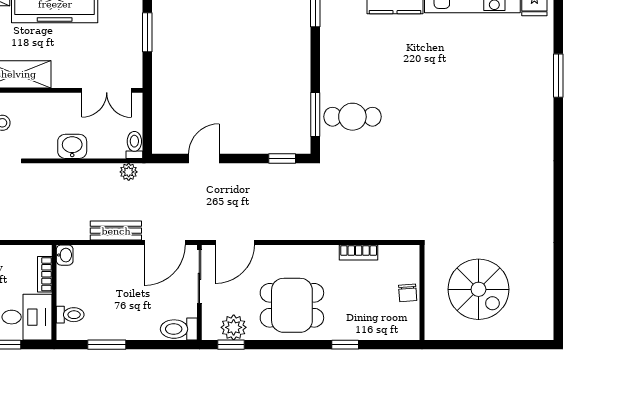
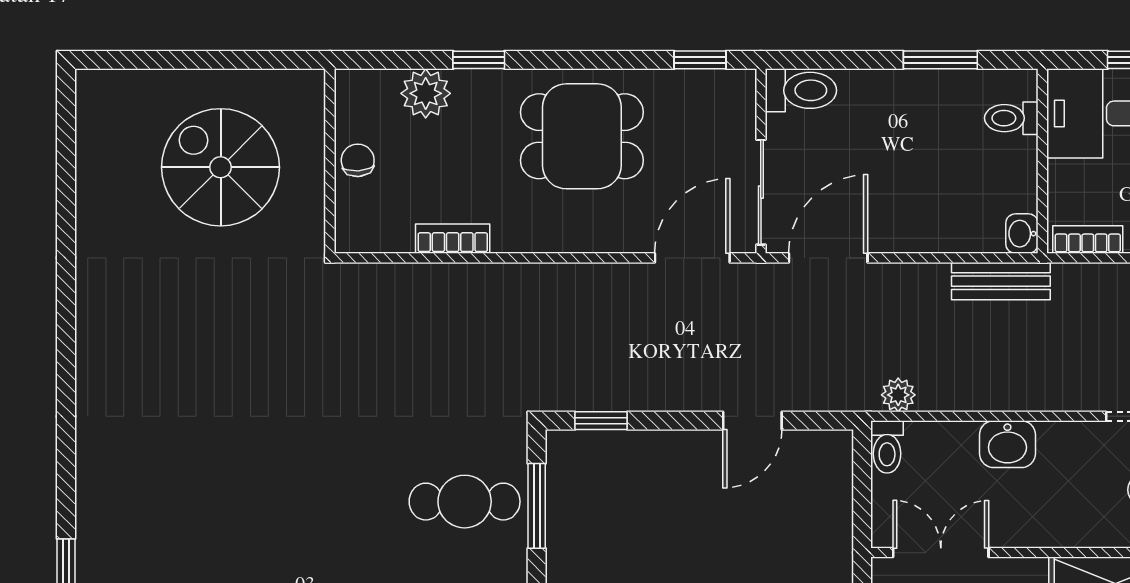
bench: (116, 231) -> (1001, 281), moved
bookcase: (45, 274) -> (1088, 240), moved, turned -90
plant: (234, 327) -> (426, 93), moved

